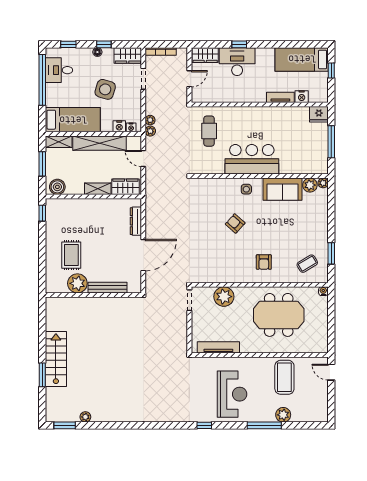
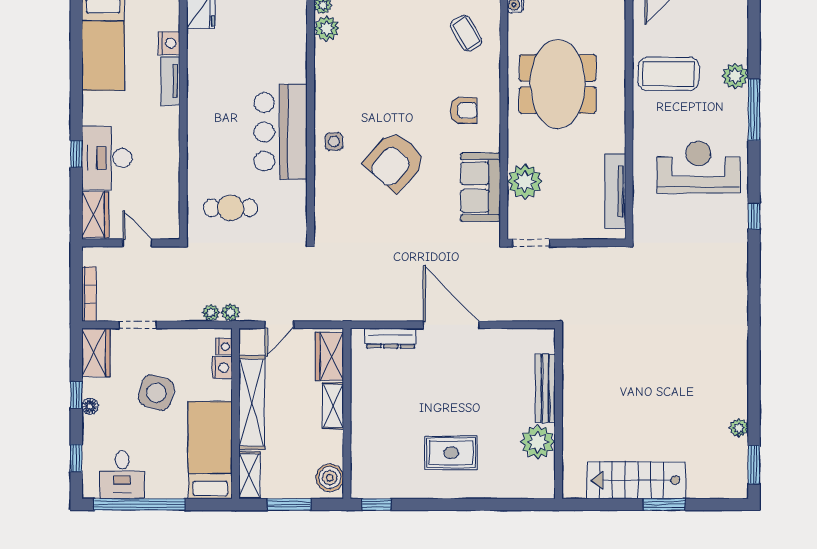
sofa: (283, 189) -> (481, 187), moved, turned 180
armchair: (235, 223) -> (395, 161), width x1.88, depth x1.88
plant: (77, 283) -> (538, 442), moved
bench: (108, 288) -> (545, 388), moved
wall: (93, 295) -> (558, 413), moved

